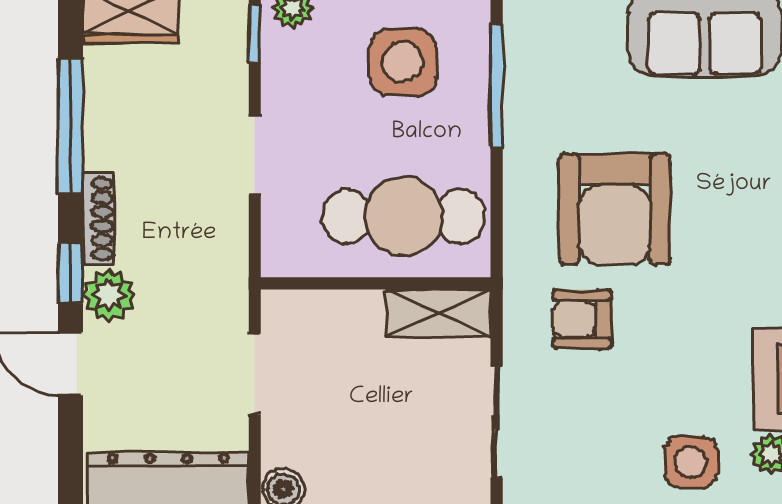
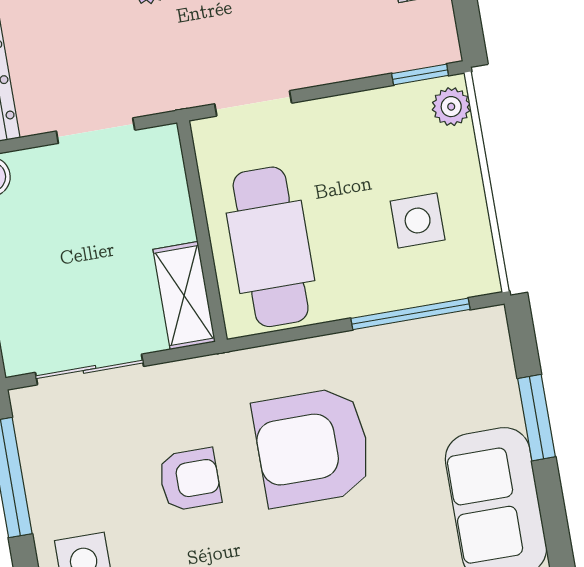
side table: (403, 62) -> (418, 221), width x0.73, depth x0.73
doorway: (255, 155) -> (253, 103), moved
armchair: (582, 319) -> (190, 479), moved, turned 90

